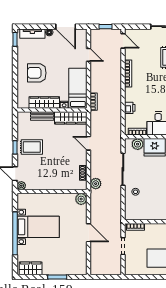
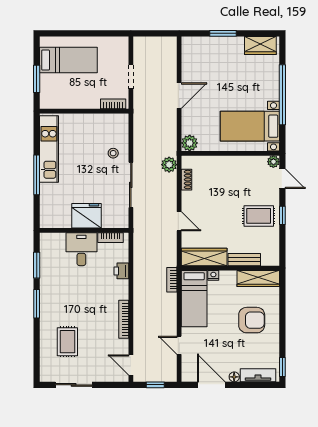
wardrobe: (44, 102) -> (258, 278), moved
plant: (138, 144) -> (110, 220), removed
bed with nightstands: (38, 227) -> (250, 126), moved
door: (89, 233) -> (179, 96), swing flipped

